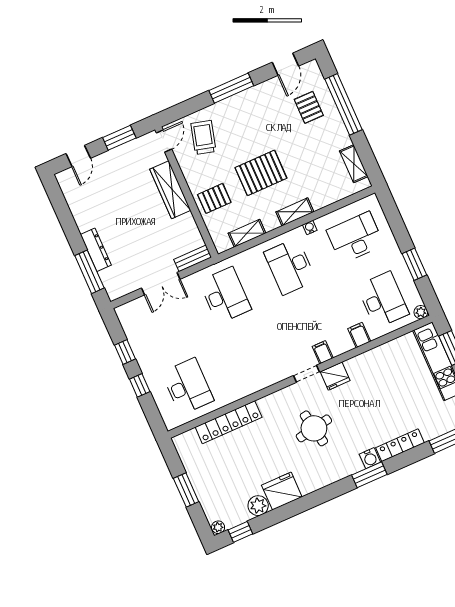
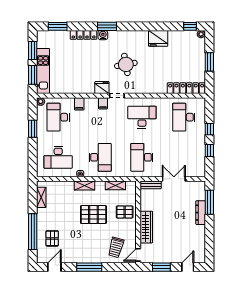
desk: (253, 358) -> (142, 117), added
locker: (229, 422) -> (186, 88), moved
plant: (258, 506) -> (174, 36), removed

